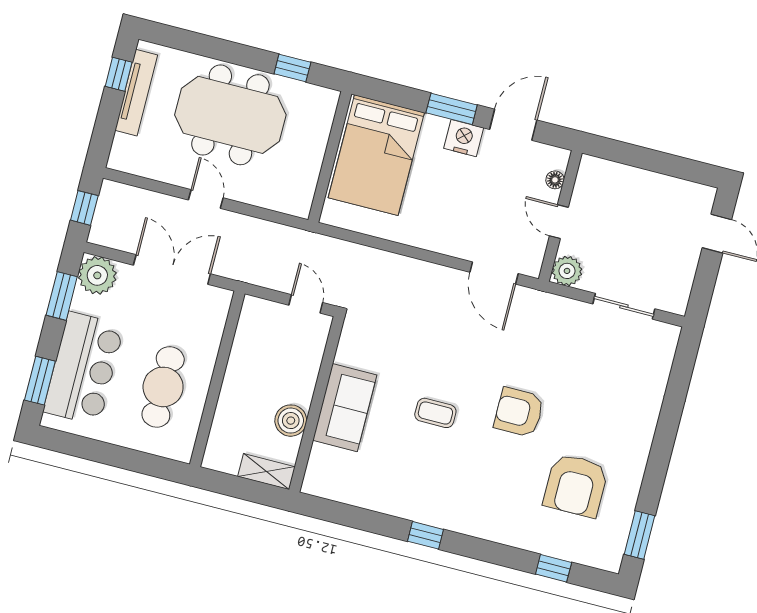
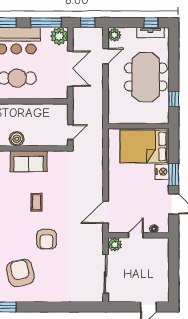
tv unit: (136, 93) -> (150, 33), width x0.71
nightstand: (464, 138) -> (162, 172), moved
plant: (125, 158) -> (114, 35), added
door: (206, 199) -> (106, 56), moved
window: (62, 296) -> (46, 23), width x1.44
sliding door: (624, 306) -> (106, 274), width x1.37
armchair: (519, 412) -> (46, 239), turned 180
armchair: (576, 485) -> (20, 273), turned 77

